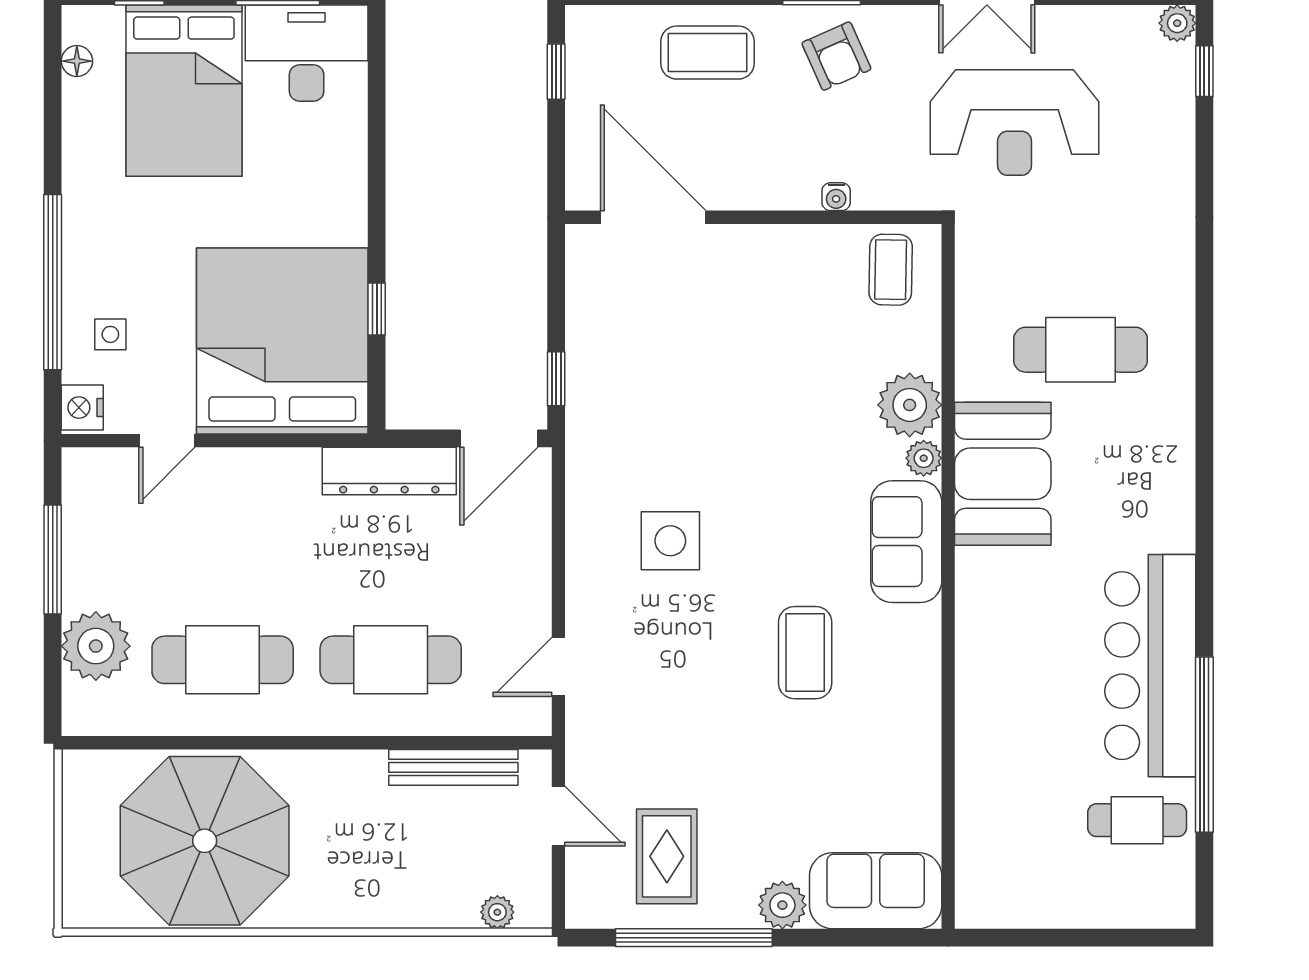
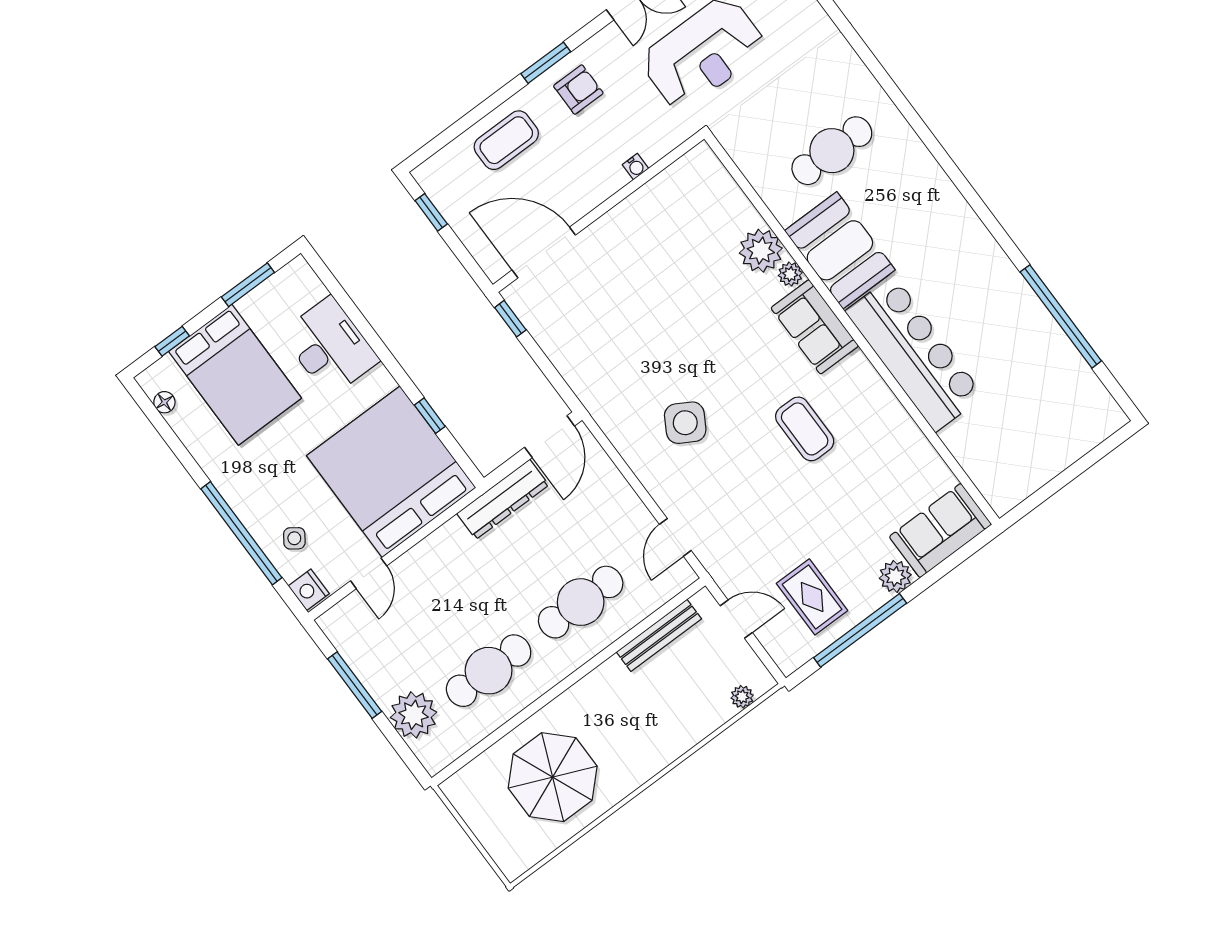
desk: (307, 53) -> (330, 347), moved, turned 90
armchair: (836, 56) -> (578, 89), turned -66
coffee table: (891, 270) -> (695, 184), removed
side table: (110, 334) -> (294, 538), turned 35
window: (556, 379) -> (510, 319), moved
side table: (670, 541) -> (685, 423), turned 30
bar counter: (1150, 666) -> (914, 354), moved, turned 180
cafe table: (1137, 820) -> (1055, 385), removed
parasol: (205, 841) -> (553, 777), width x0.73, depth x0.73

